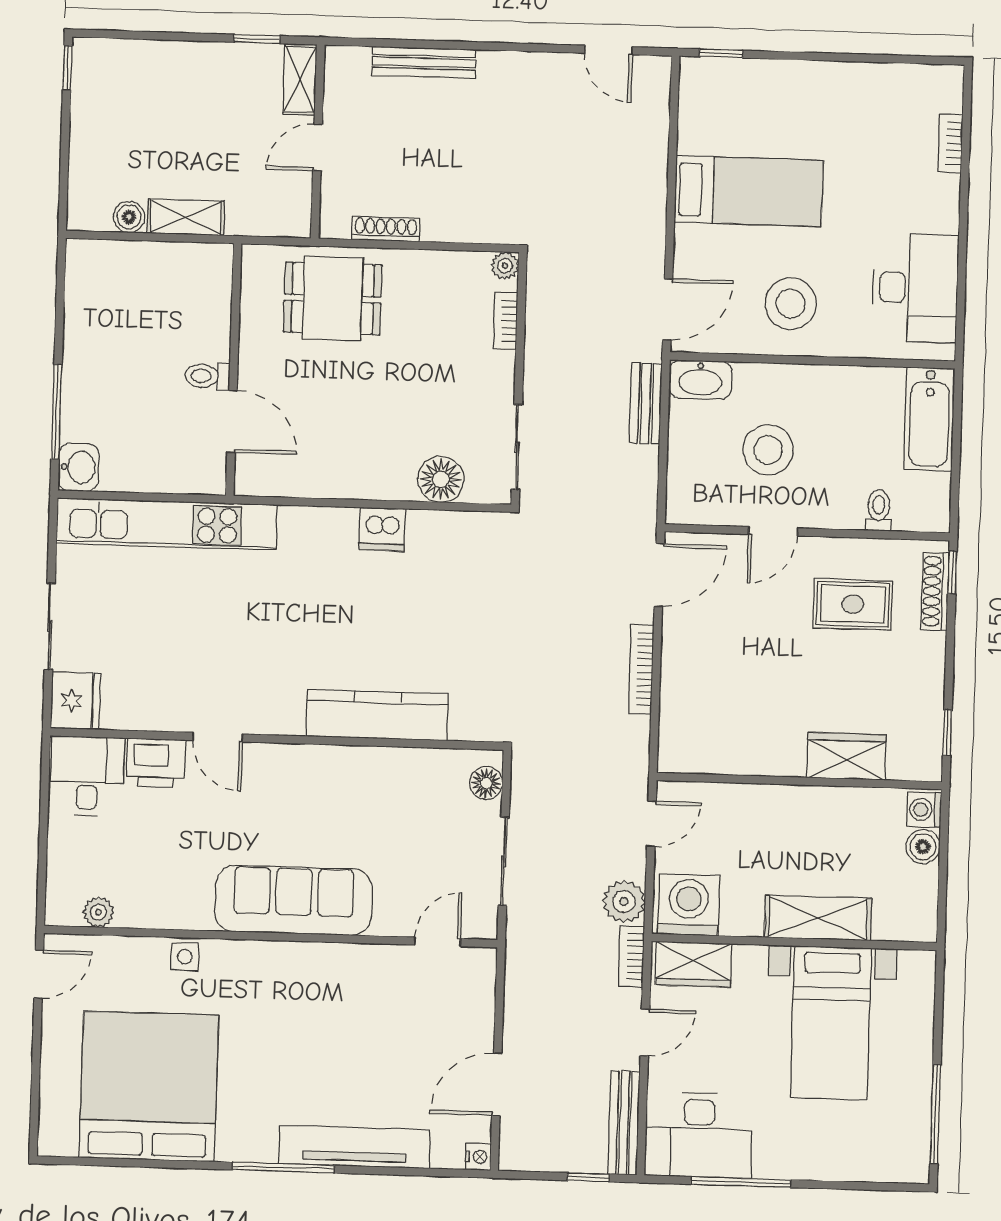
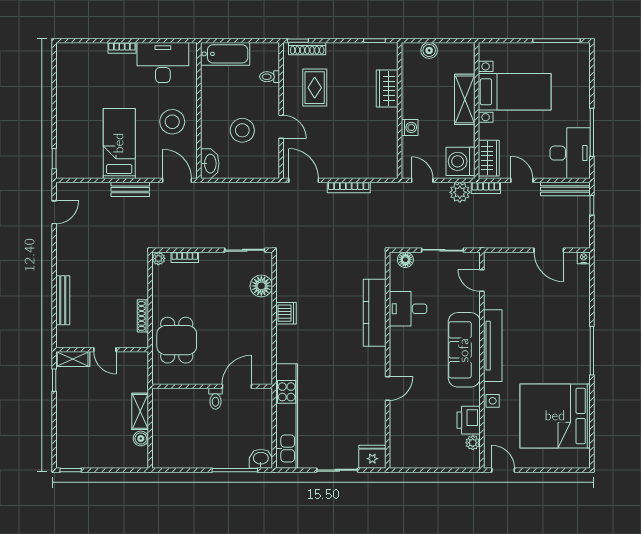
bookcase: (950, 143) -> (122, 48), moved
bench: (646, 404) -> (130, 189), moved
printer: (156, 763) -> (469, 420), moved, turned 180
desk: (87, 776) -> (408, 309), moved
washing machine: (924, 810) -> (410, 127), moved, turned -90
tv unit: (354, 1147) -> (493, 346), moved, turned 180

